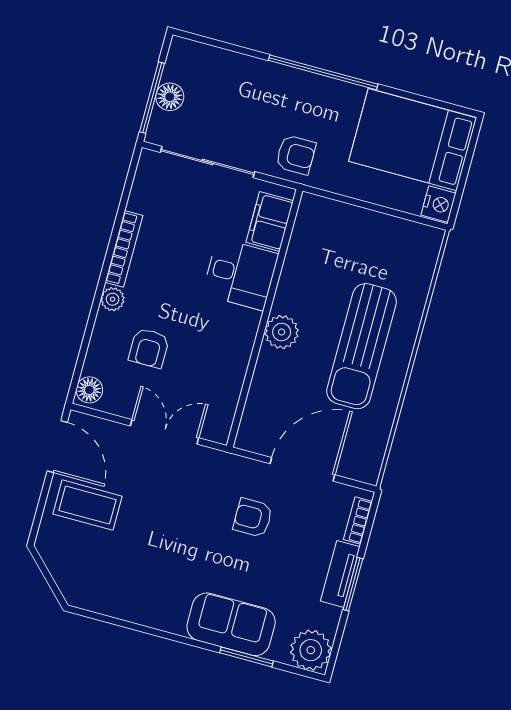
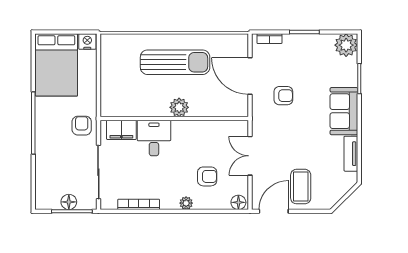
bookcase: (124, 249) -> (139, 204), moved
armchair: (253, 518) -> (283, 96), turned -90
tv unit: (340, 574) -> (351, 154), moved, turned 90
sofa: (231, 624) -> (344, 111), moved

